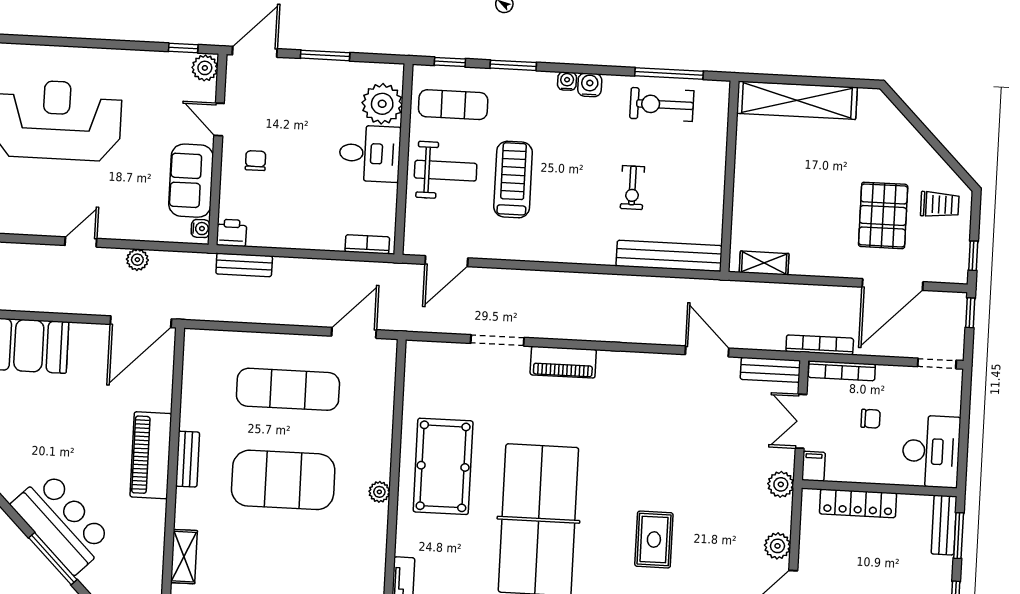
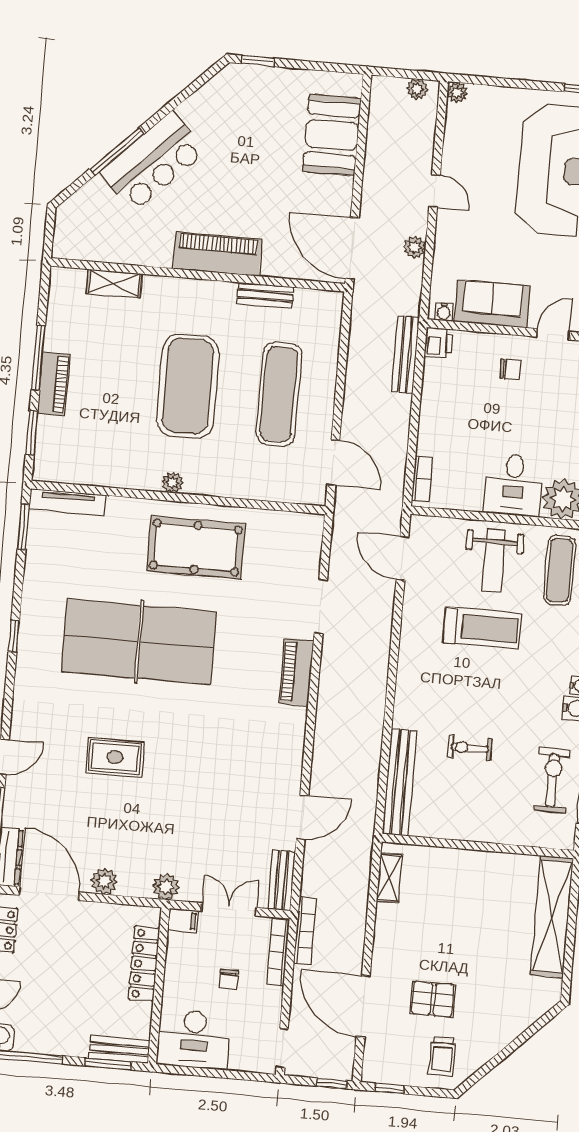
pallet: (883, 215) -> (433, 999), width x0.67, depth x0.71
bench: (244, 265) -> (406, 354), width x1.36
bench: (188, 459) -> (265, 295), moved

